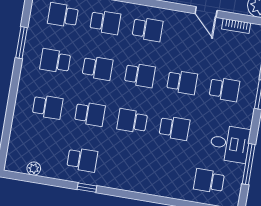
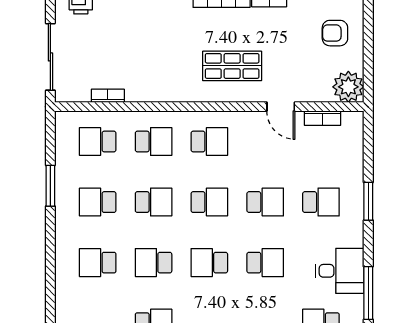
school desk: (48, 107) -> (98, 263), turned 180
school desk: (90, 114) -> (154, 263), turned 180

